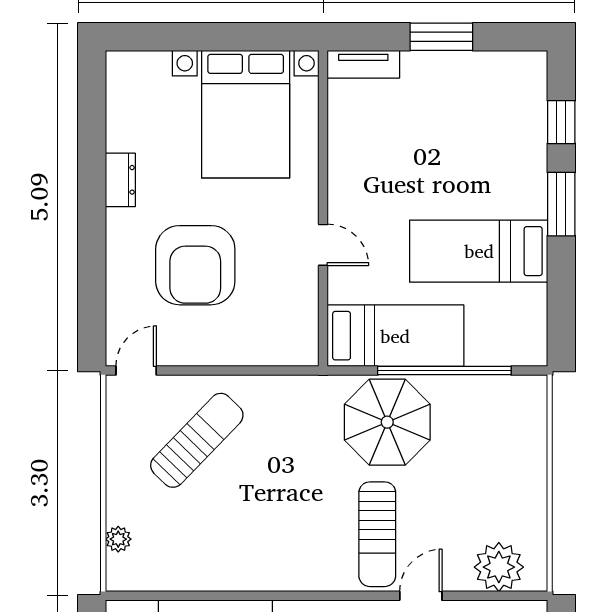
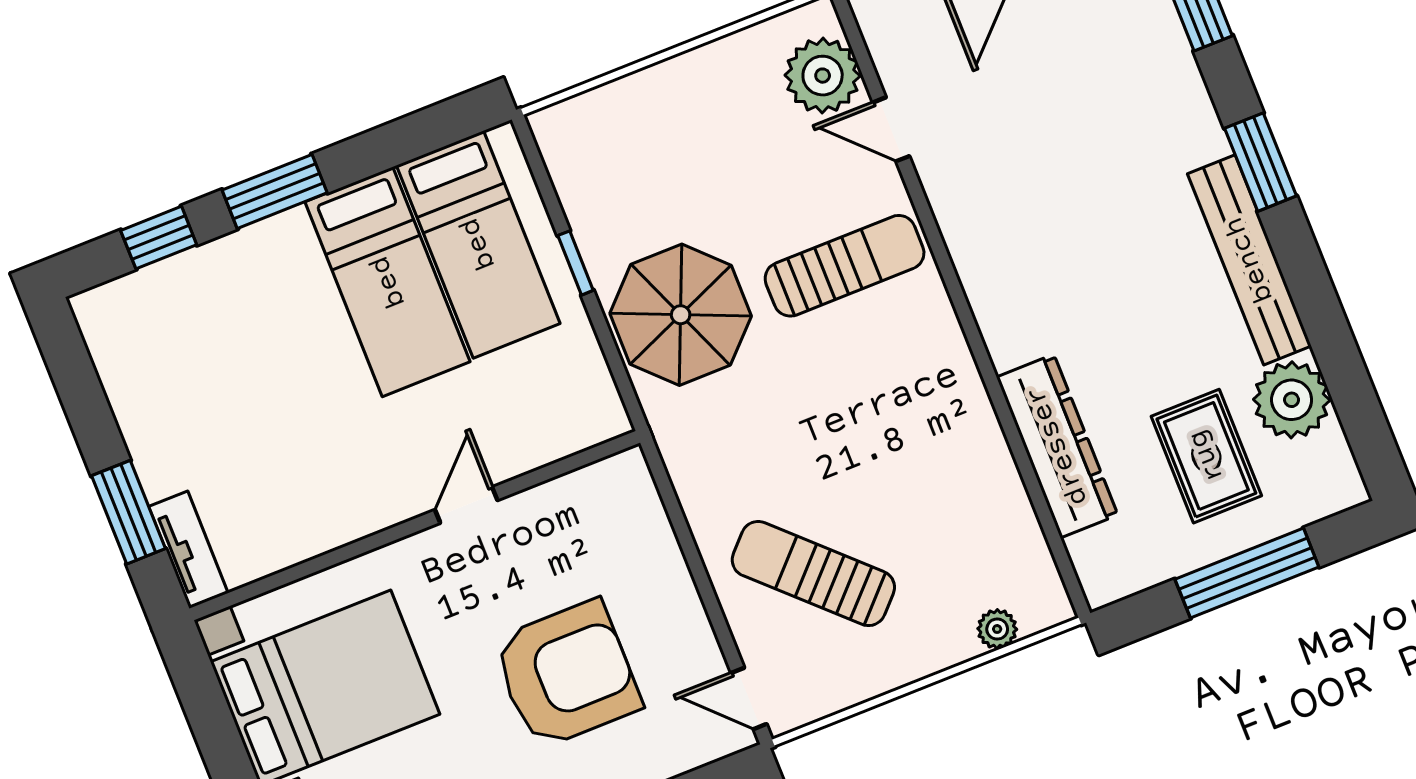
window: (441, 37) -> (128, 512), moved
bed: (395, 336) -> (478, 244), moved, turned 180
window: (444, 371) -> (576, 263), width x0.32
door: (421, 596) -> (891, 129), moved

